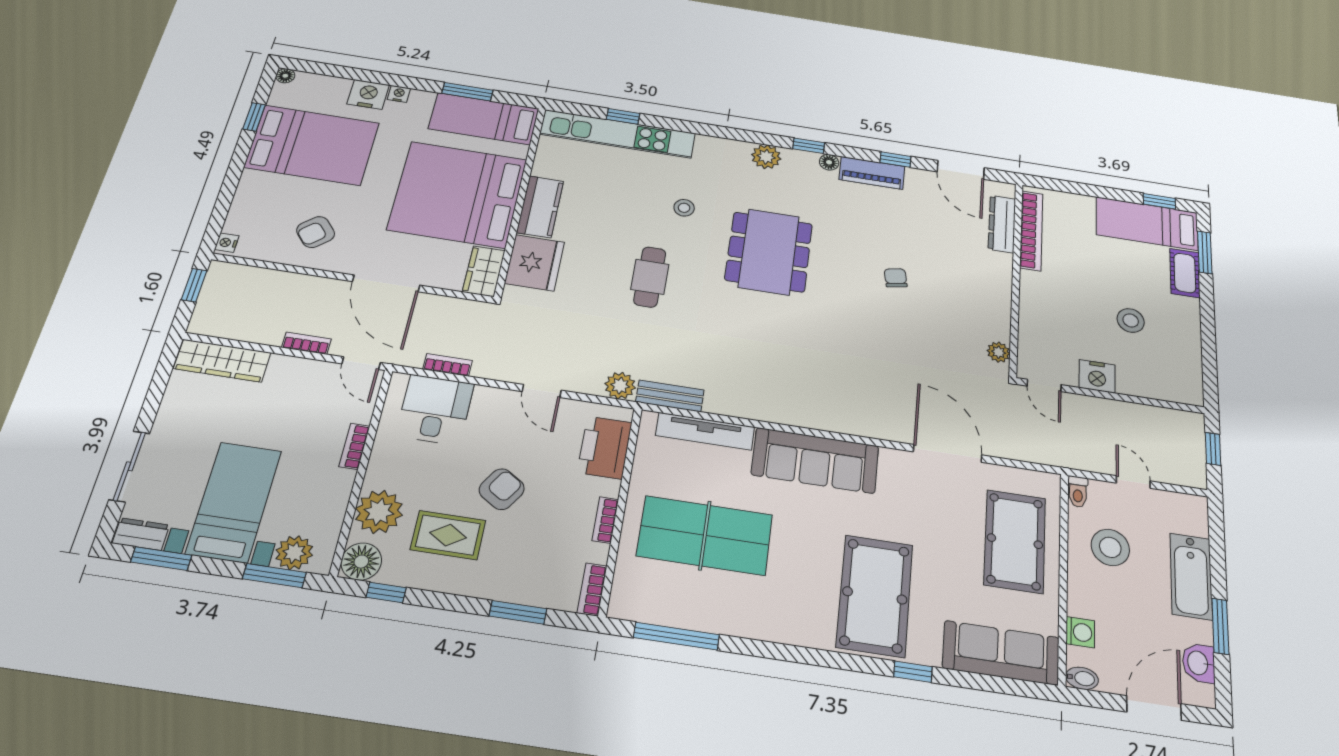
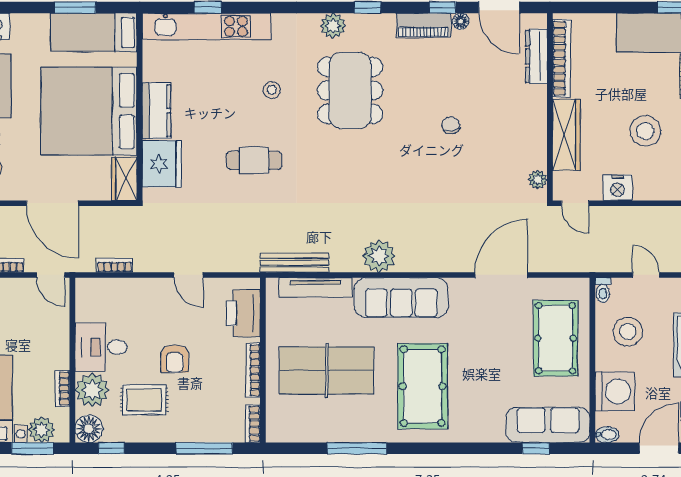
nightstand: (399, 94) -> (20, 21), removed
floor lamp: (829, 162) -> (461, 21), moved
dining table: (769, 252) -> (350, 91), moved
cafe table: (650, 277) -> (254, 160), turned 90
wardrobe: (1035, 310) -> (566, 135), added
stool: (1131, 320) -> (645, 131), width x1.38, depth x1.38
plant: (620, 386) -> (379, 256), moved, width x1.36, depth x1.36
bench: (670, 396) -> (294, 263), width x1.36
desk: (435, 410) -> (101, 347), moved, turned -90
bookcase: (354, 446) -> (62, 389), moved
door: (947, 453) -> (501, 275), hinge flipped
armchair: (502, 489) -> (175, 359), turned 147
bookcase: (605, 520) -> (253, 370), width x1.56
pool table: (875, 595) -> (423, 386), moved
window: (518, 612) -> (204, 448), width x1.44
washing machine: (1080, 632) -> (615, 391), width x1.89, depth x1.89
window: (676, 636) -> (357, 448), moved
window: (913, 672) -> (536, 448), moved

